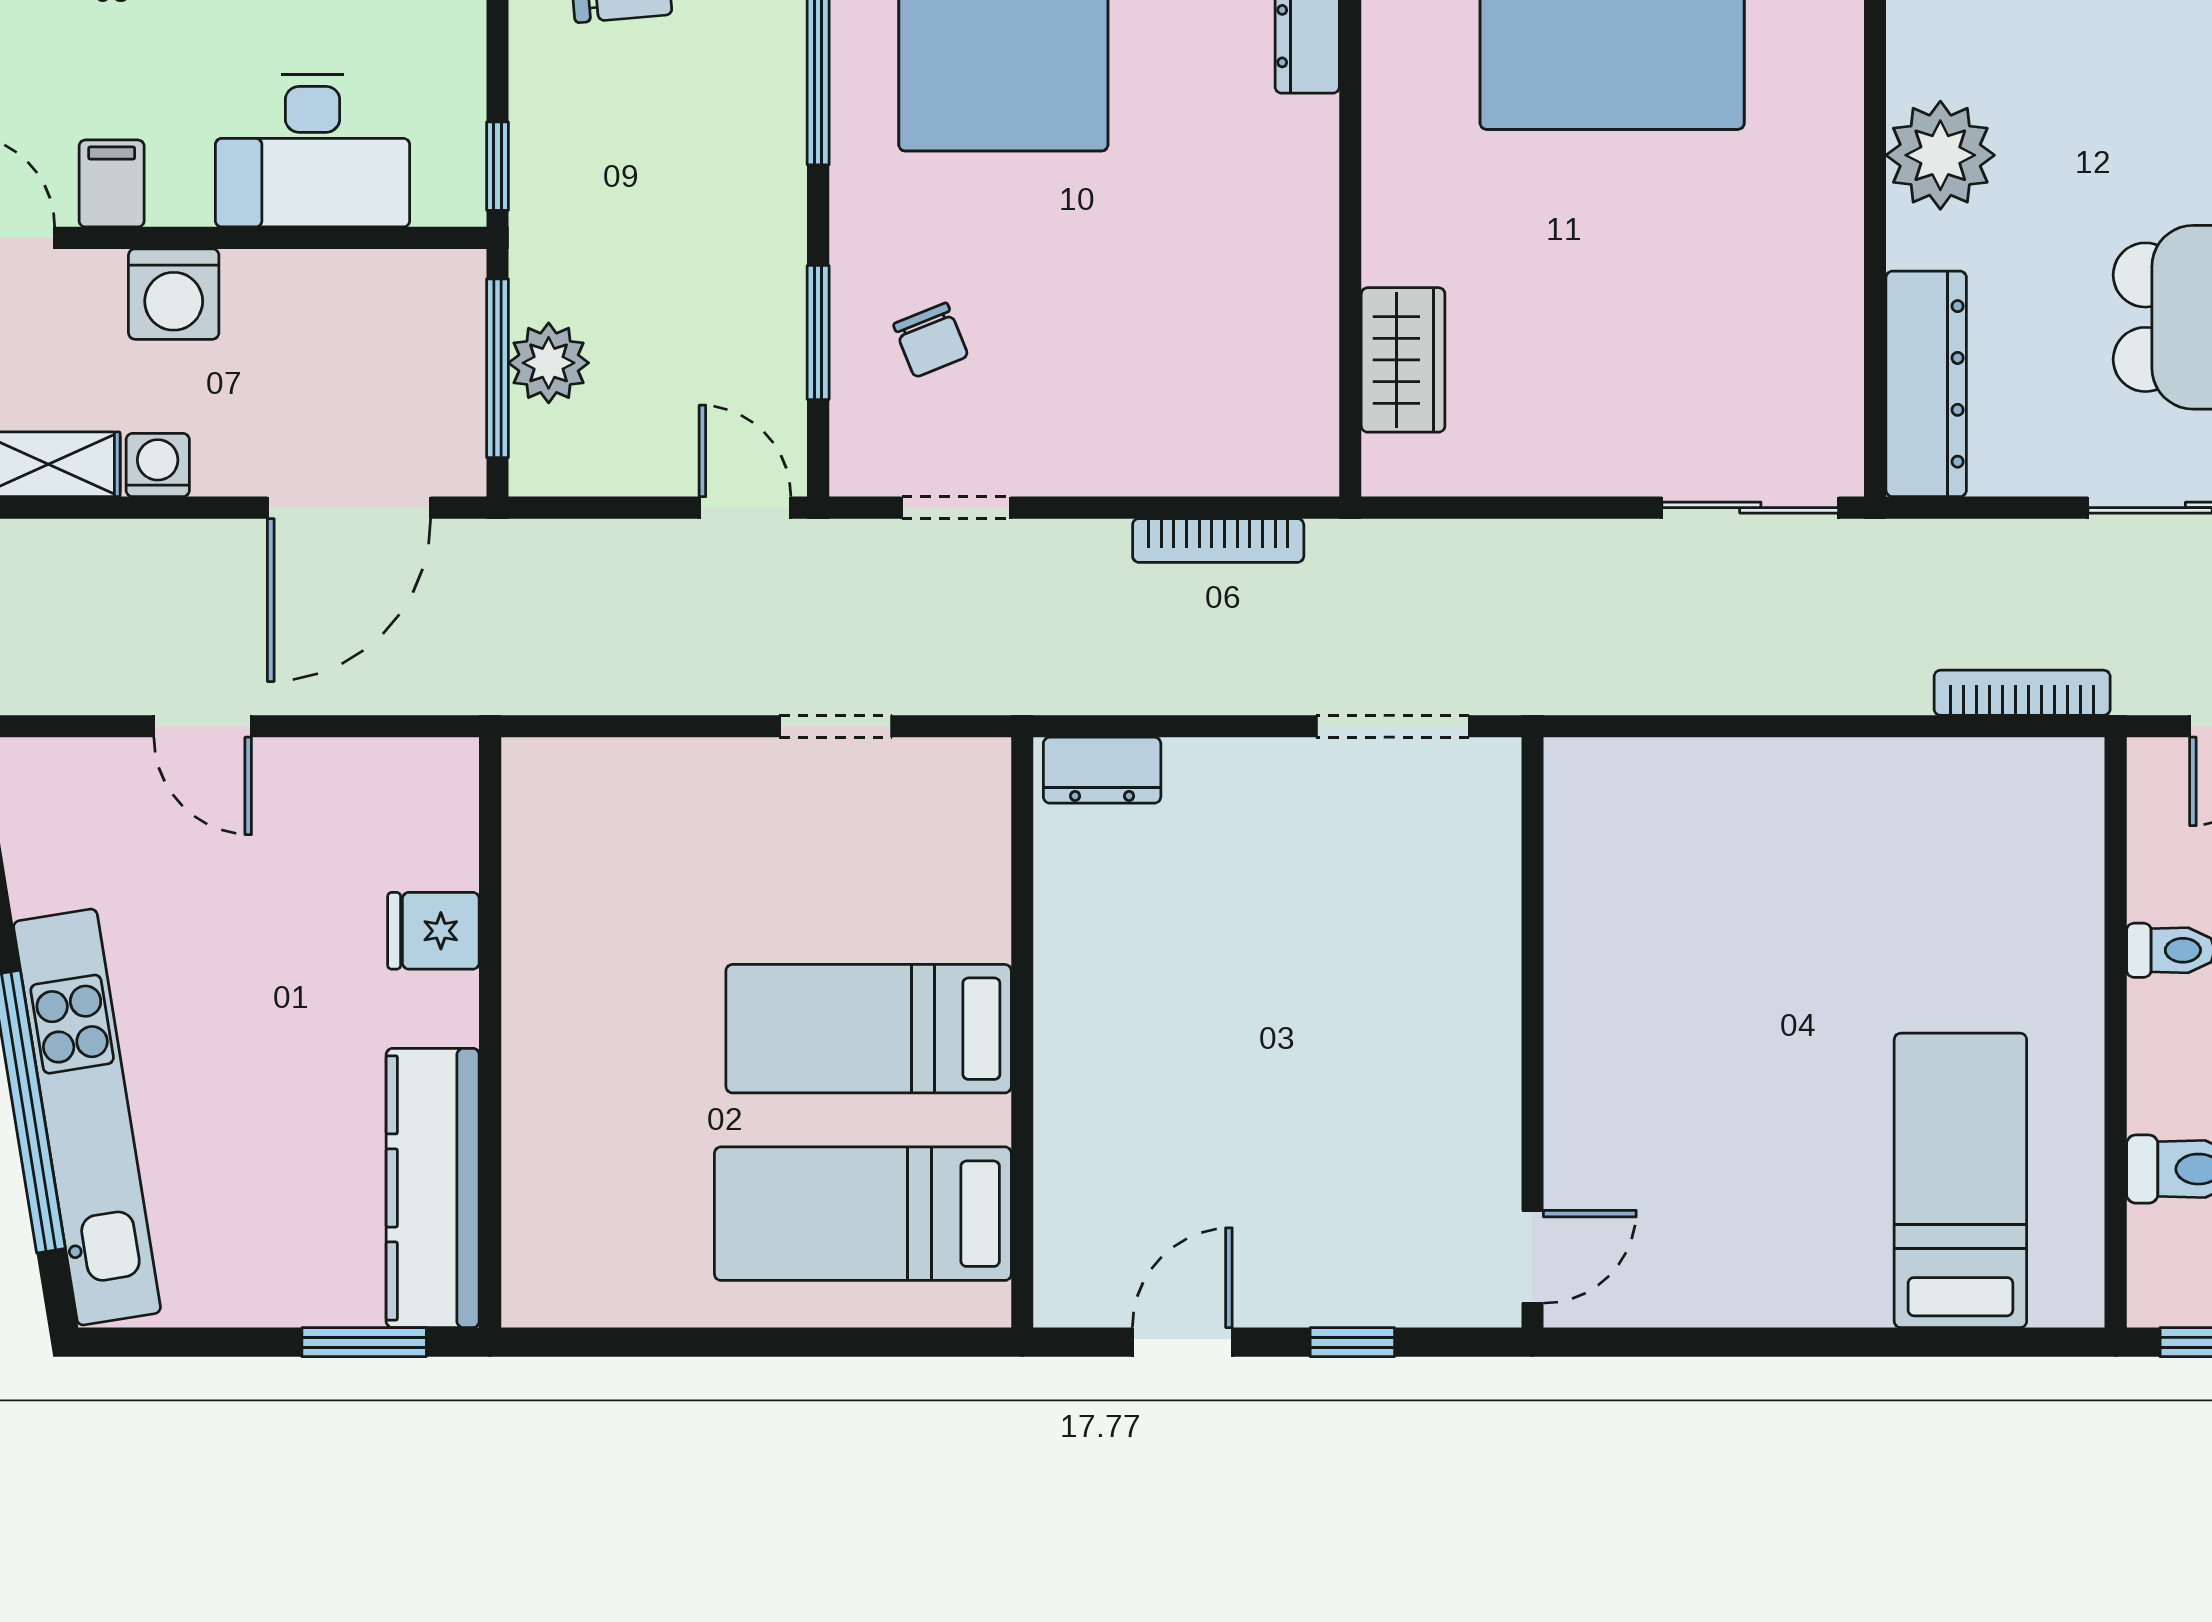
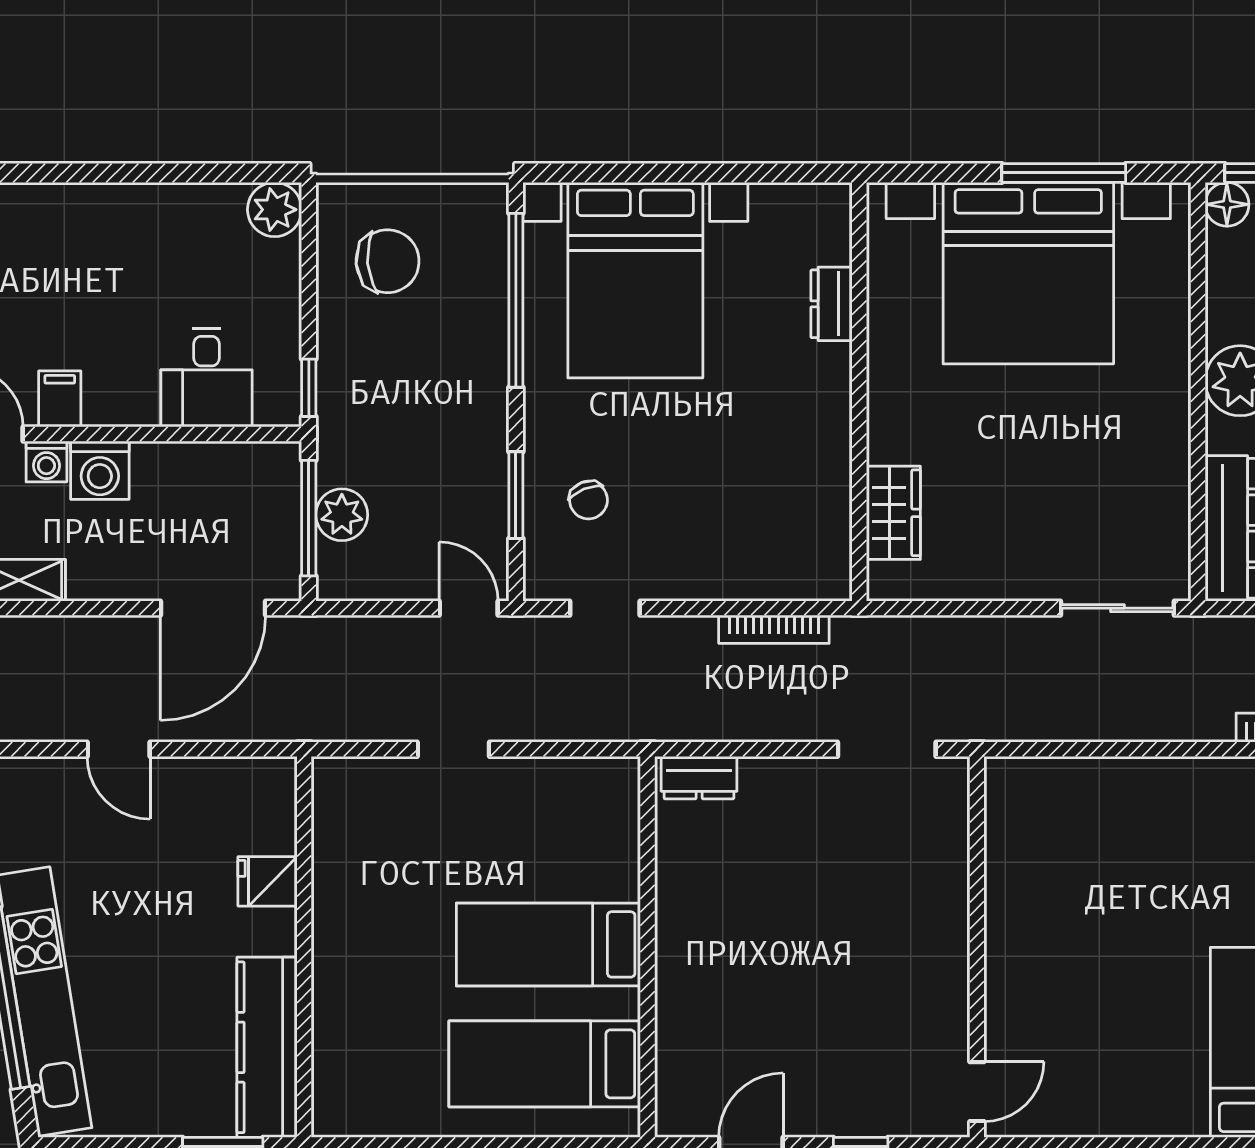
desk: (313, 151) -> (206, 378), width x0.73
washing machine: (158, 465) -> (46, 462), moved, turned 180
doorway: (835, 726) -> (453, 749), moved

